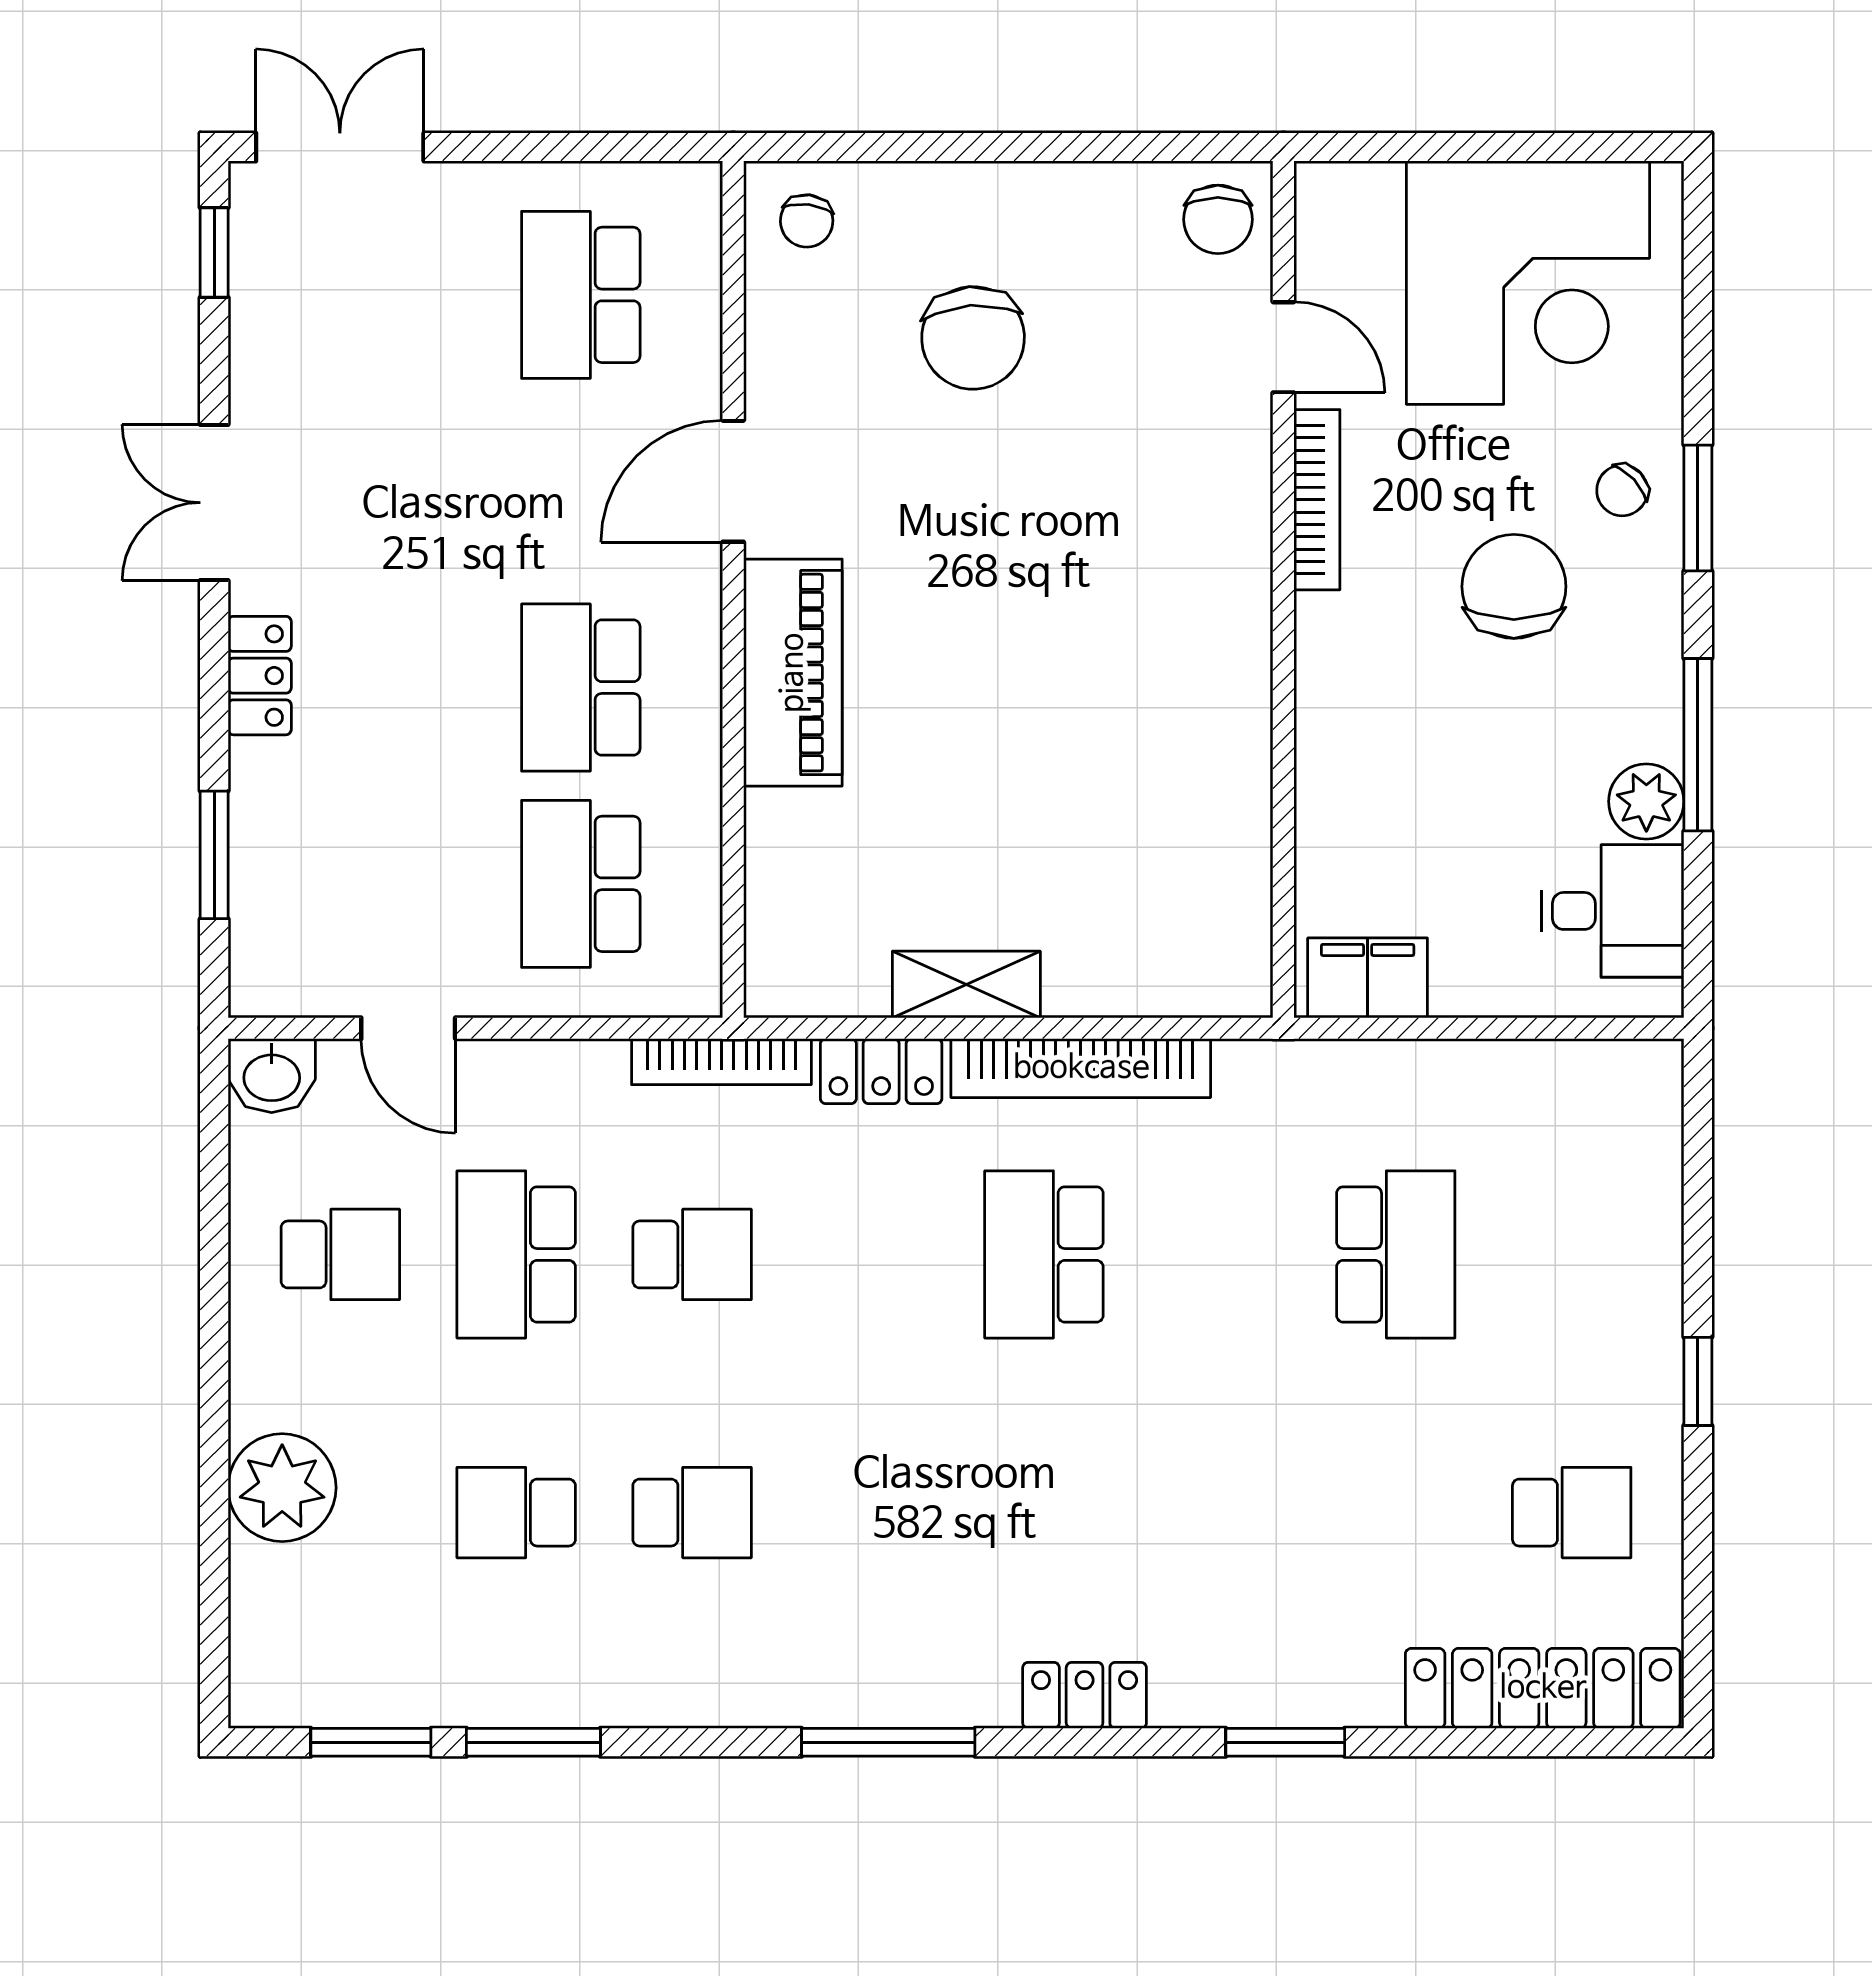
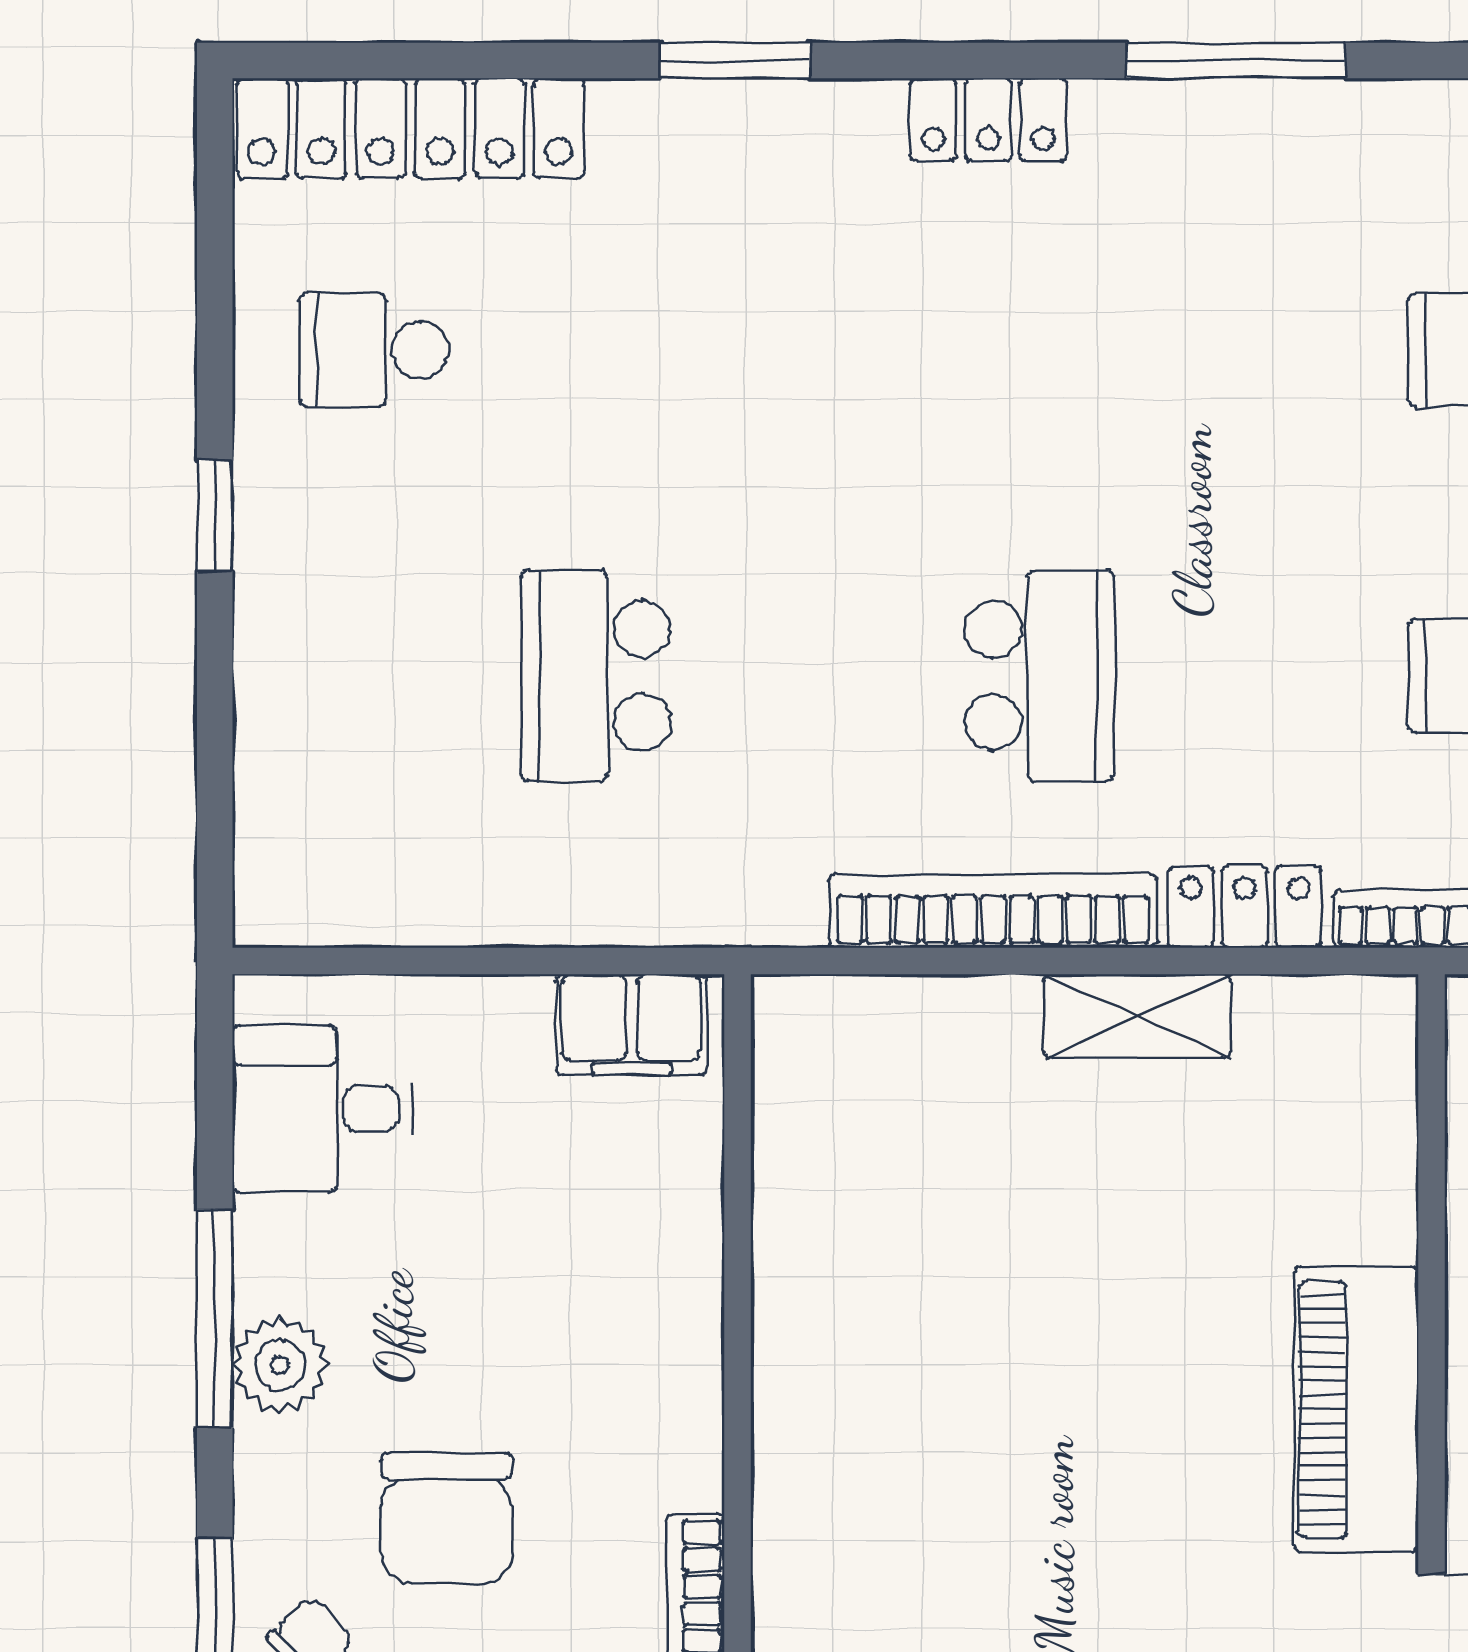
plant: (1646, 801) -> (280, 1365), moved

